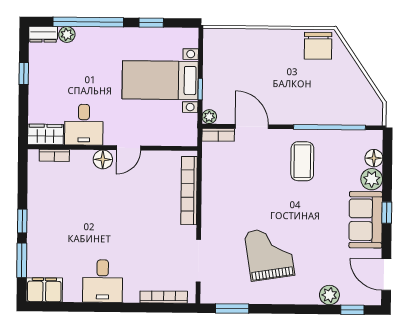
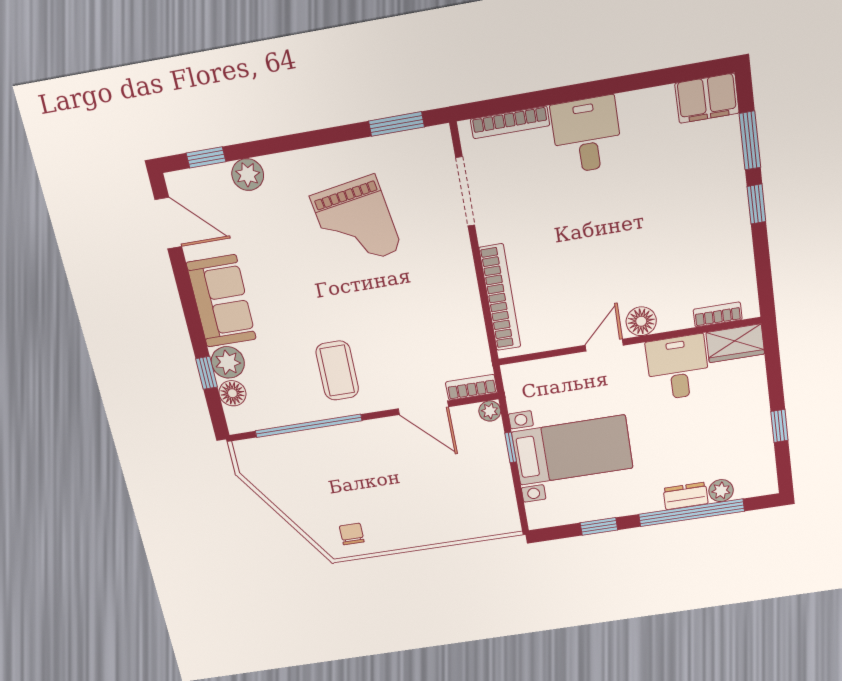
dresser: (43, 34) -> (686, 496), moved
chair: (318, 46) -> (352, 534), width x0.54, depth x0.54
window: (387, 213) -> (207, 373), moved
desk: (103, 281) -> (587, 135), moved

